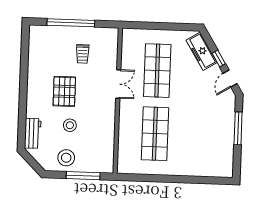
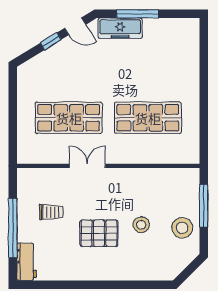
freezer: (202, 51) -> (120, 28), moved, turned 32
workbench: (33, 133) -> (27, 262), moved, turned 90

